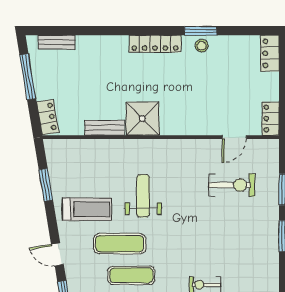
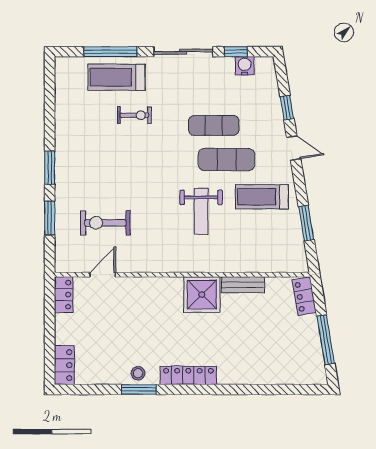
bench: (57, 42) -> (295, 377), removed

